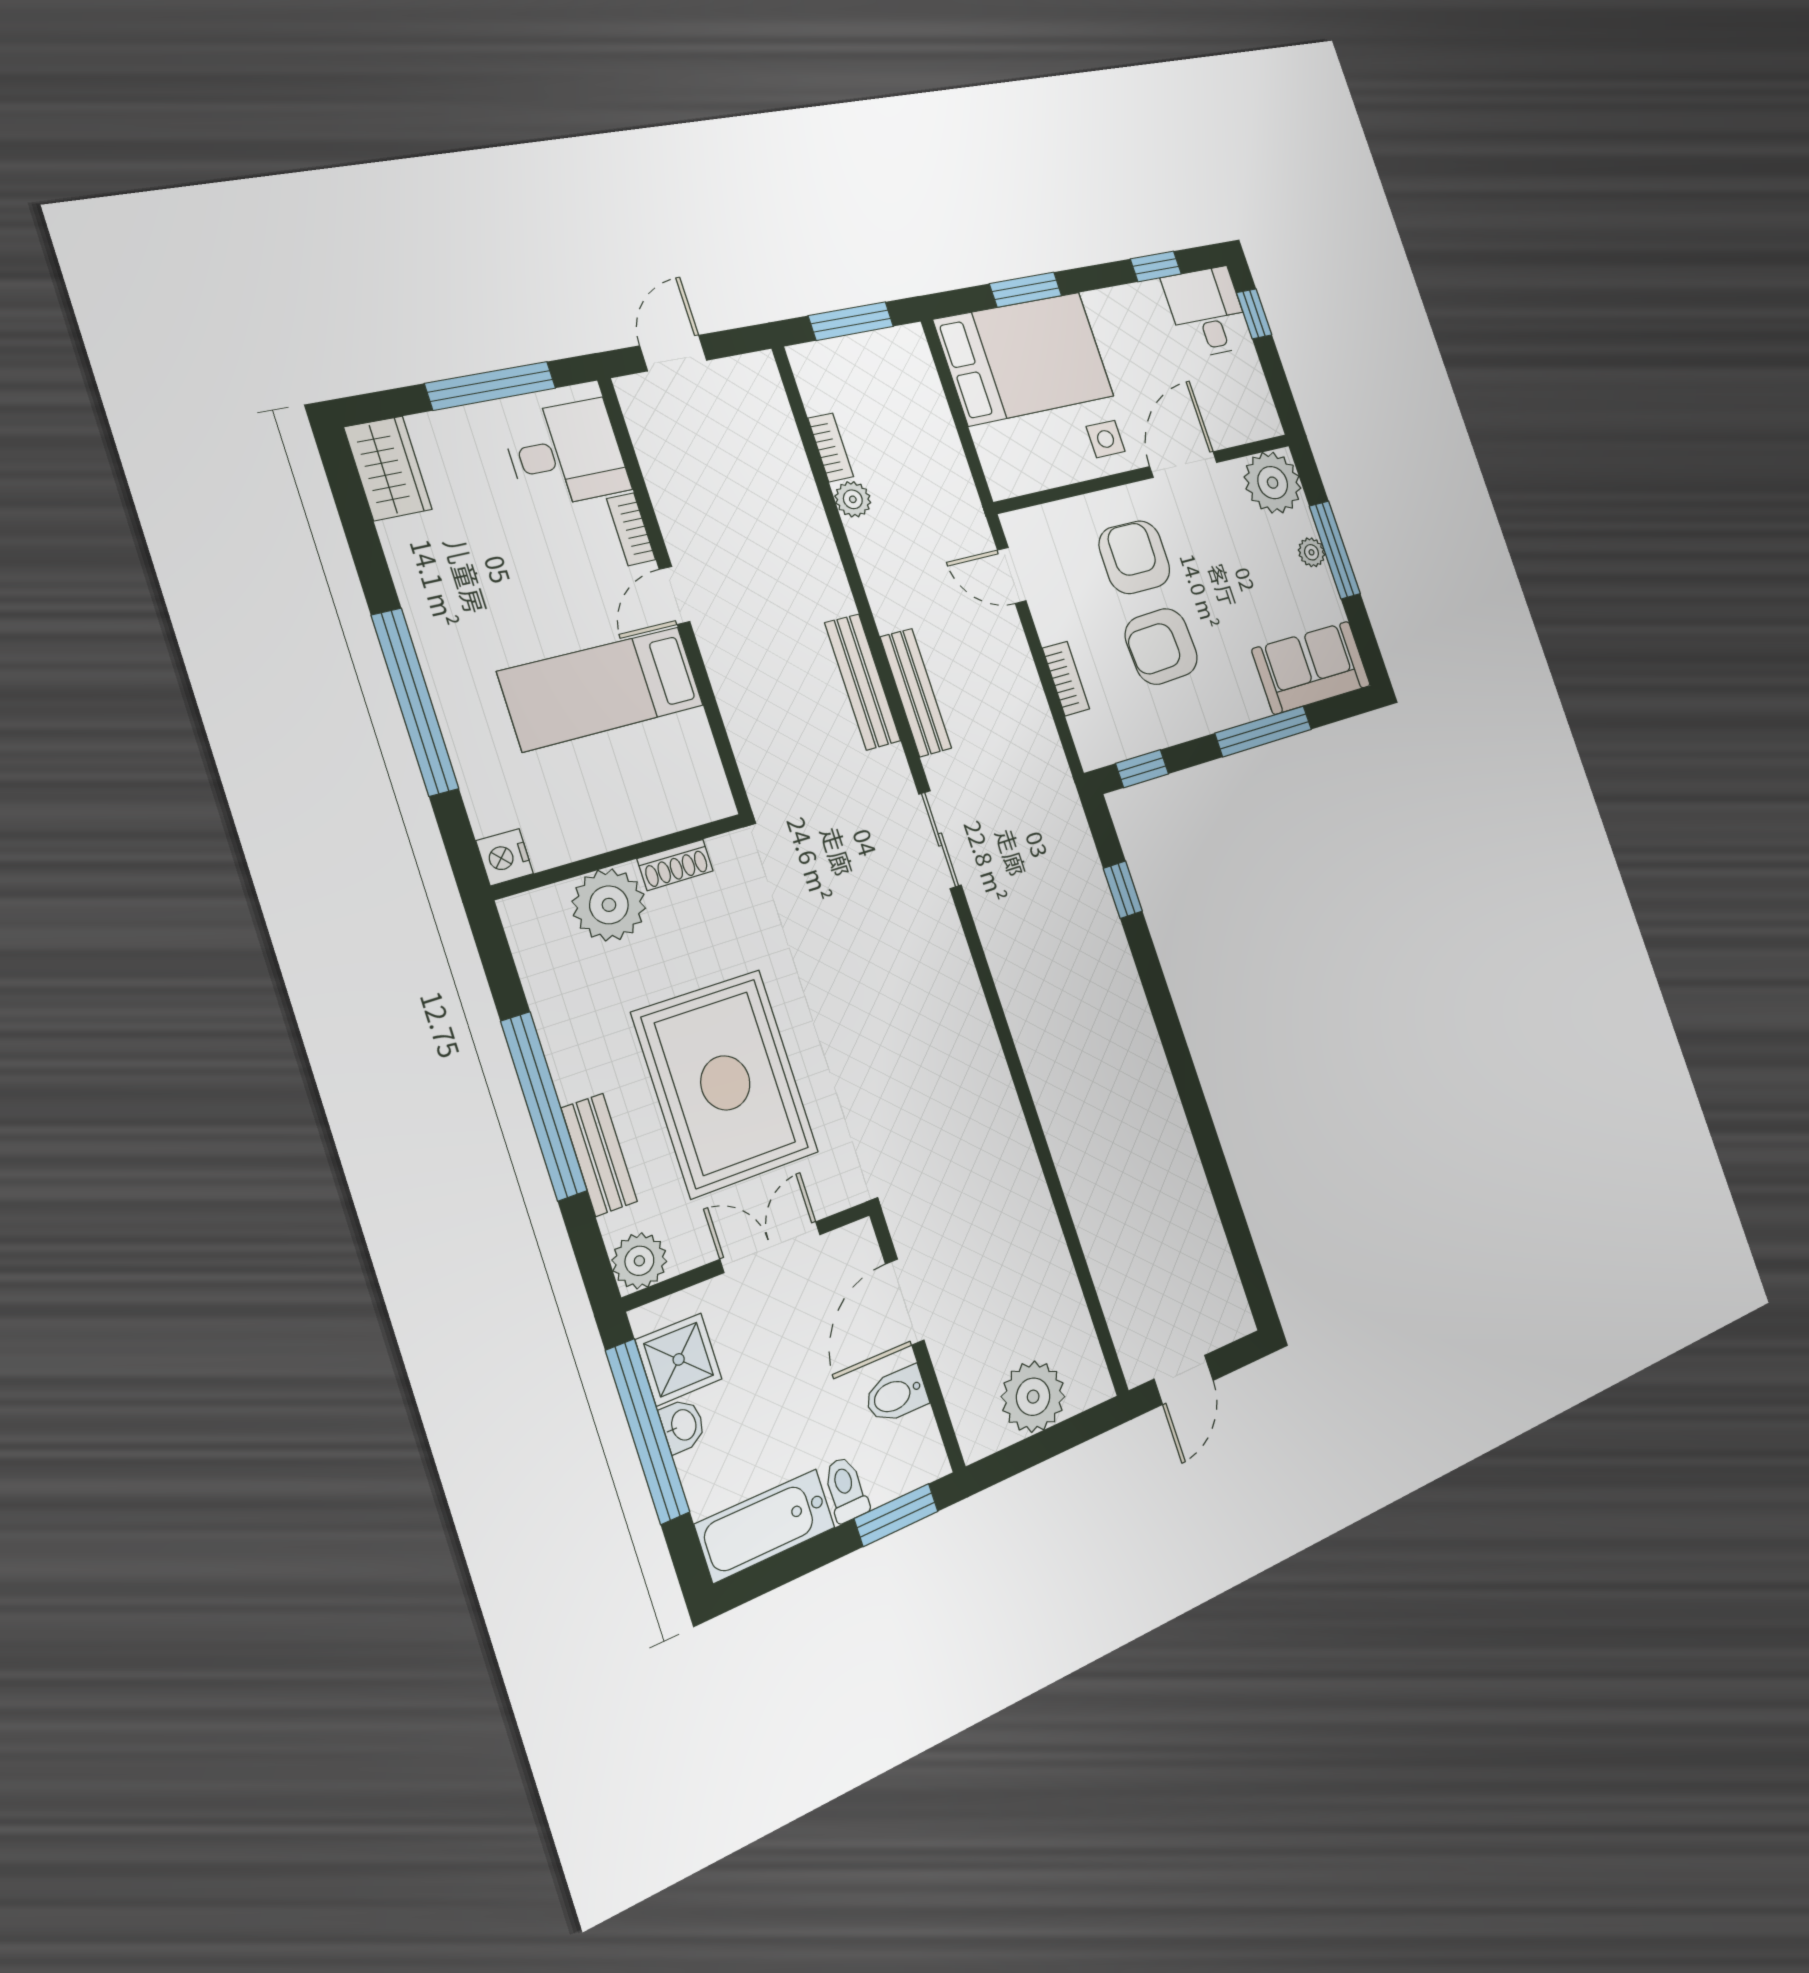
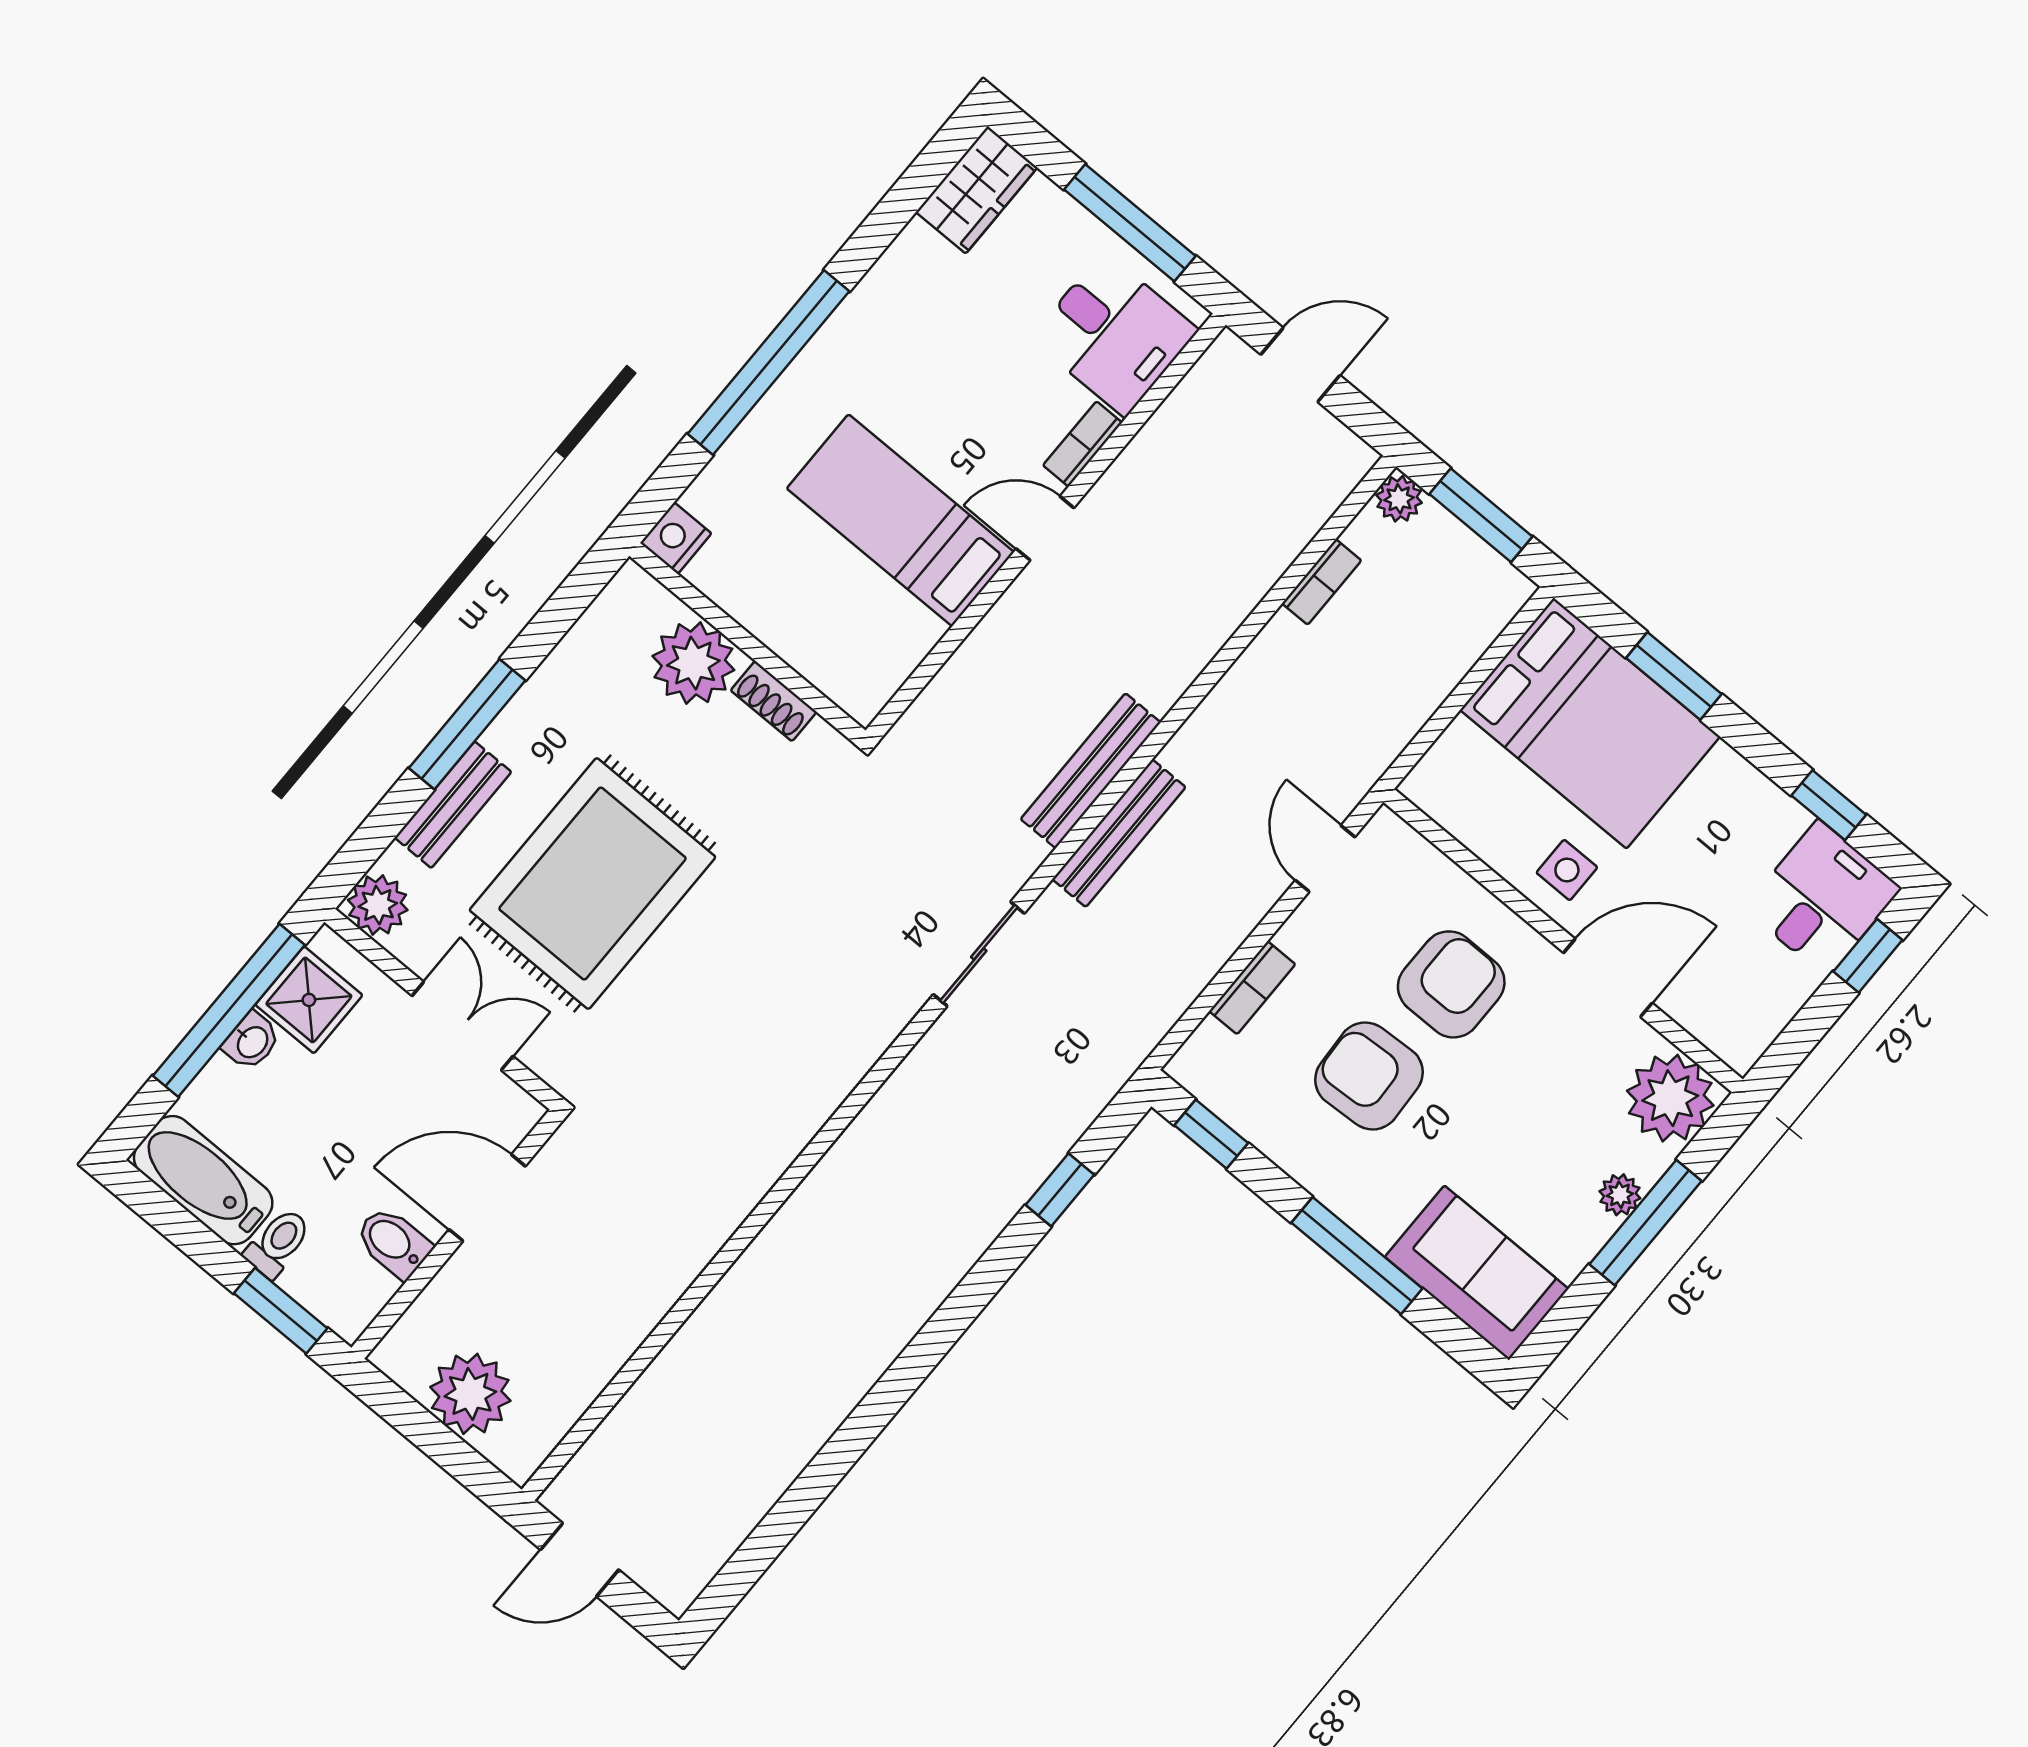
plant: (853, 499) -> (1399, 499), moved
window: (544, 1106) -> (467, 724), width x0.68

